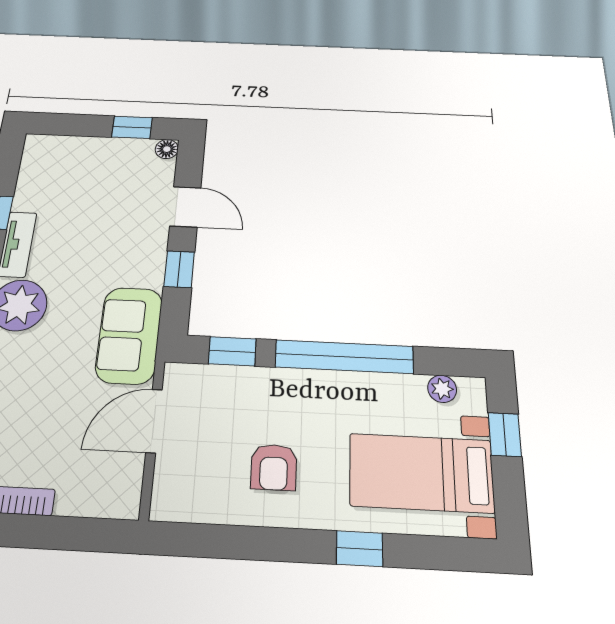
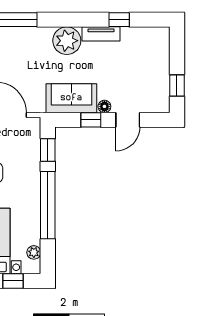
floor lamp: (167, 149) -> (104, 106), moved
sofa: (129, 335) -> (71, 98), moved

